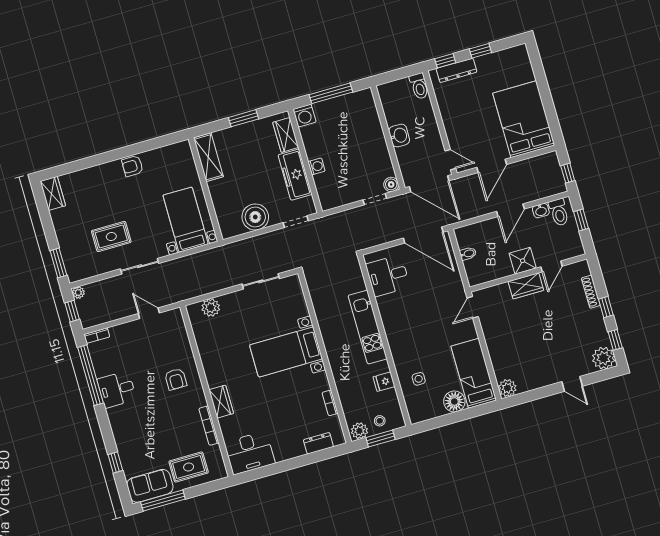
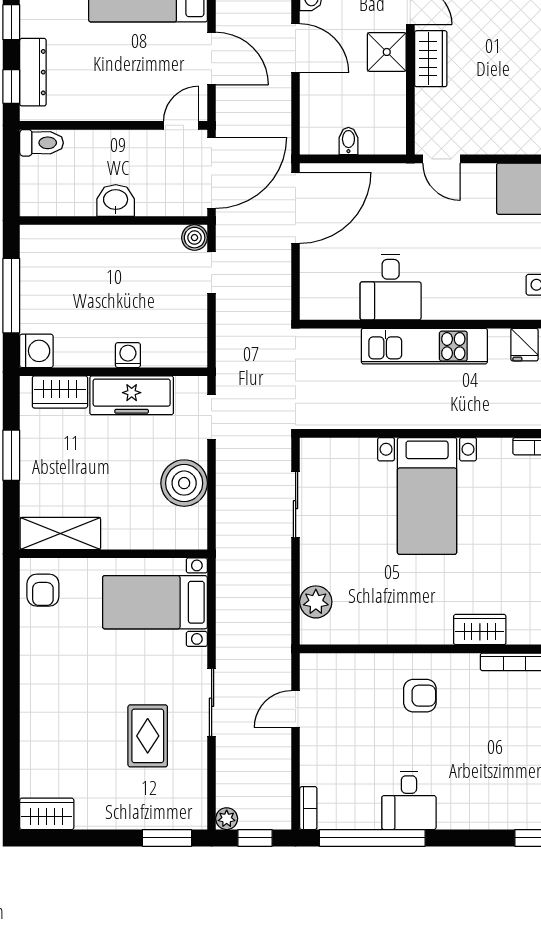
armchair: (132, 166) -> (43, 590), moved
desk: (388, 276) -> (391, 287), moved

